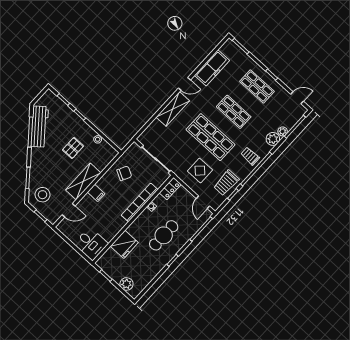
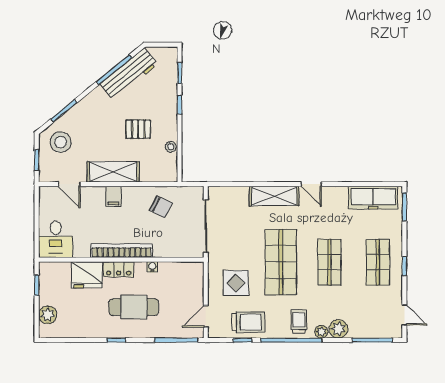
freezer: (212, 68) -> (373, 198), moved
plant: (283, 131) -> (321, 332), moved
trolley: (226, 183) -> (248, 322), turned 180
locker: (170, 189) -> (119, 269), moved
bookcase: (140, 202) -> (122, 251), moved

